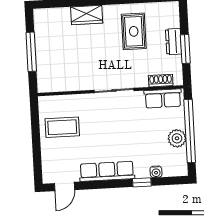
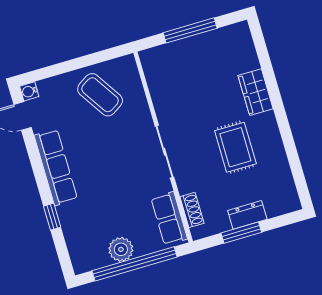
rug: (134, 31) -> (235, 147), moved, turned 90
coffee table: (62, 127) -> (100, 95), turned -33
water cooler: (156, 172) -> (29, 91), moved

